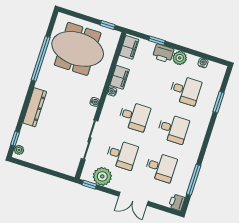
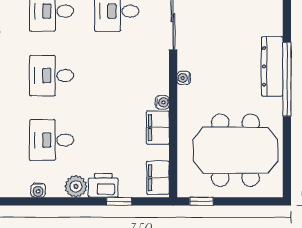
window: (41, 59) -> (287, 79), moved
dresser: (35, 107) -> (272, 66), moved
desk: (134, 116) -> (117, 76), removed

